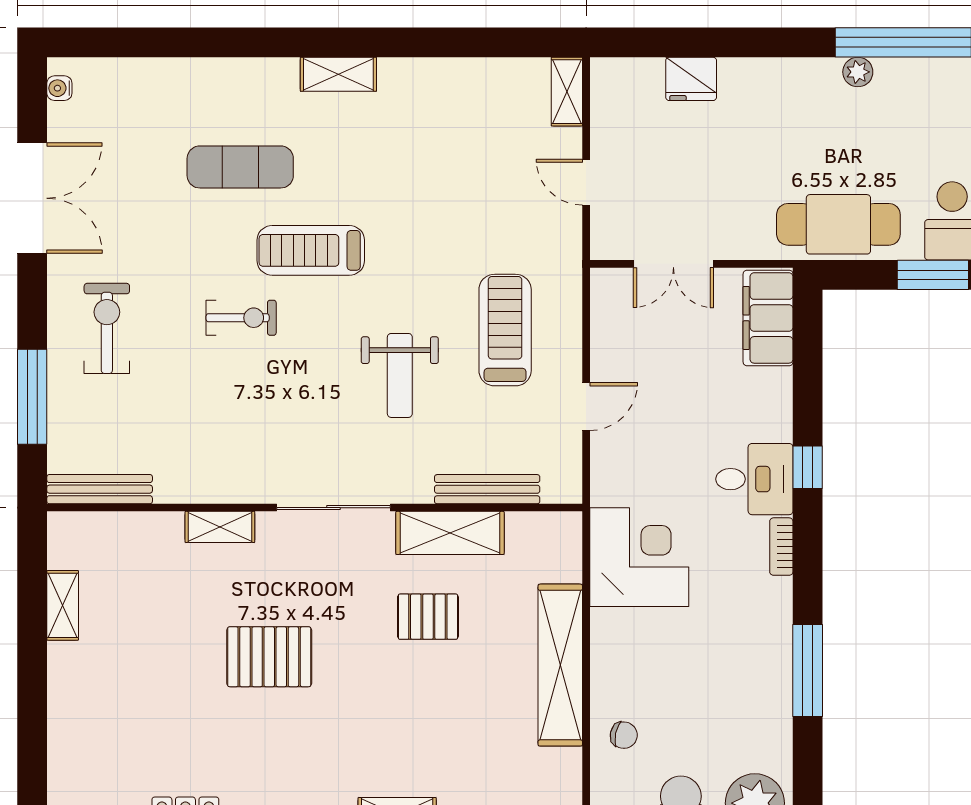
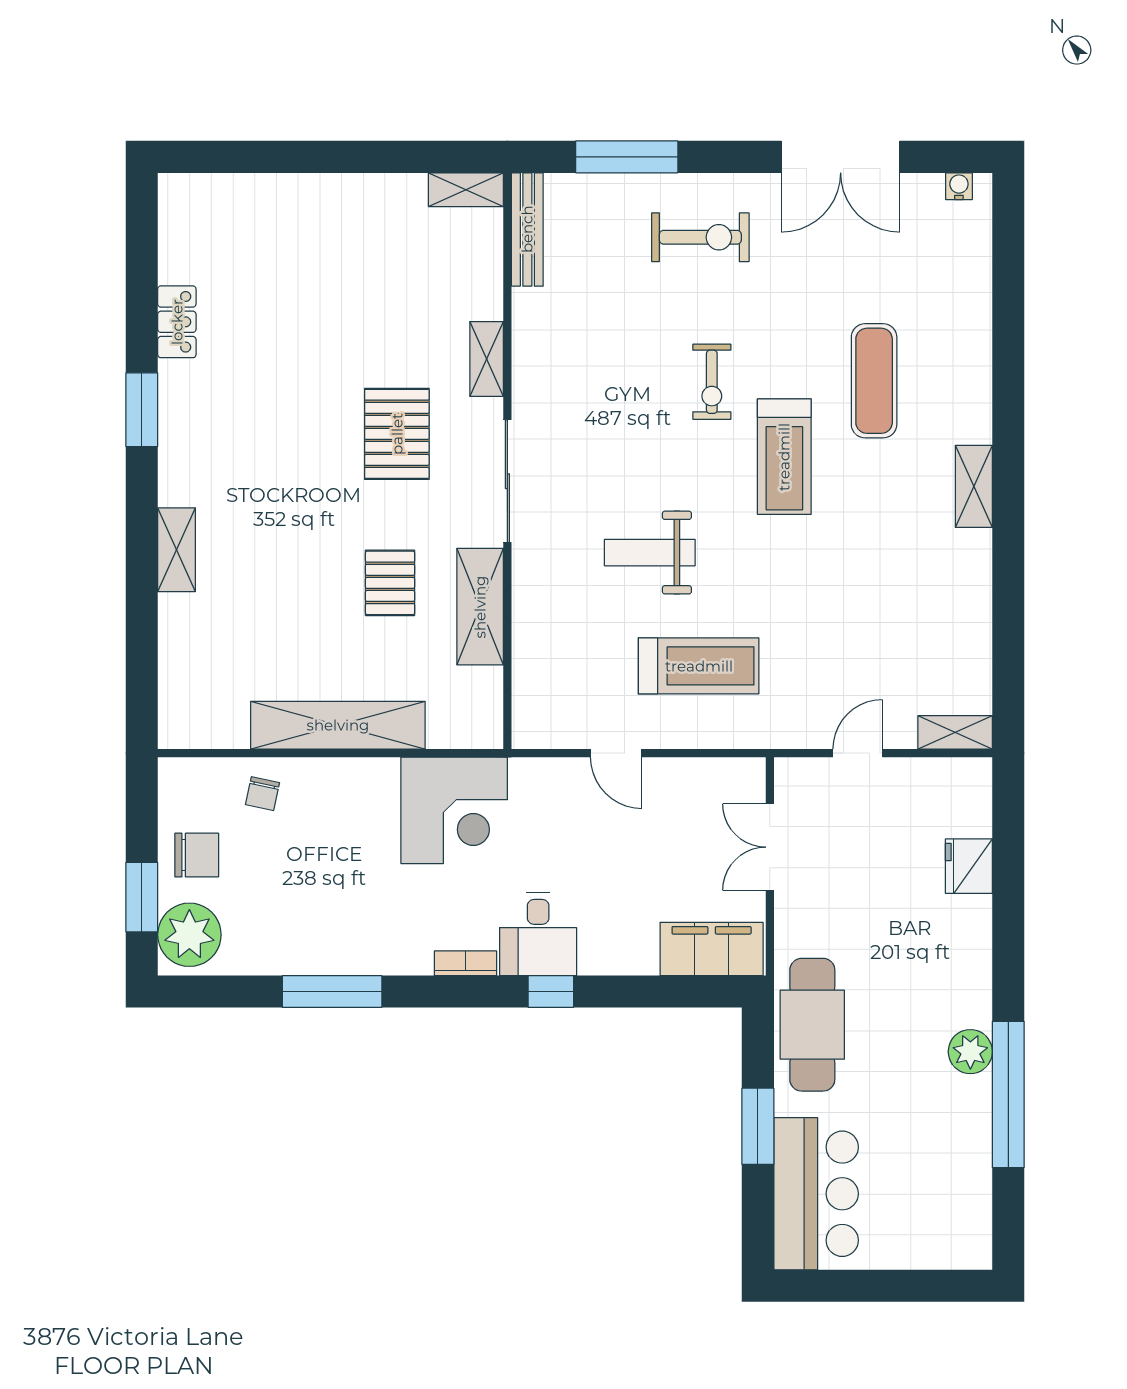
plant: (858, 72) -> (970, 1052), width x1.38, depth x1.38
treadmill: (311, 250) -> (784, 457), turned 180
bench: (487, 489) -> (527, 647), removed
shelving: (63, 605) -> (466, 190), moved
pallet: (269, 657) -> (397, 434), moved

